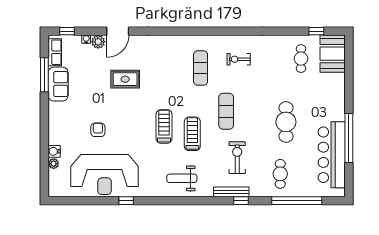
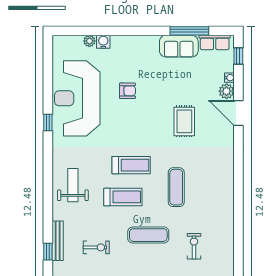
exercise bike: (239, 59) -> (194, 246), moved
exercise mat: (201, 68) -> (176, 187), moved, turned 90
exercise bike: (237, 158) -> (96, 247), width x0.73, depth x0.72

